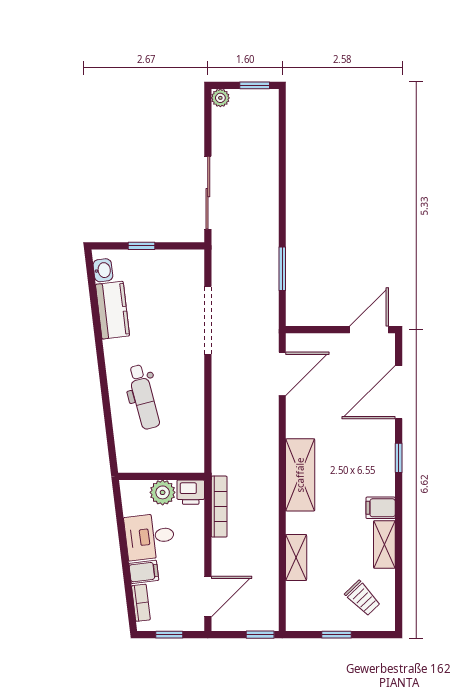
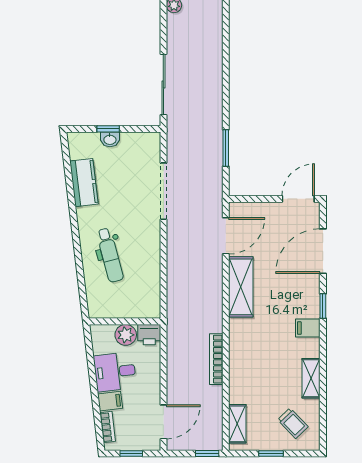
washbasin: (103, 270) -> (110, 139), moved, turned 97
shelving: (300, 475) -> (241, 287), moved
bookcase: (219, 507) -> (216, 359), moved, turned 180
filing cabinet: (381, 508) -> (308, 328), moved
shelving: (296, 558) -> (237, 424), moved

